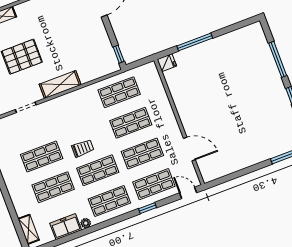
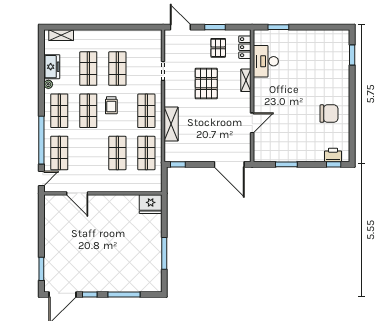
window: (195, 42) -> (164, 253), moved
fridge: (167, 63) -> (151, 204), width x1.88, depth x1.34
shelving: (60, 85) -> (171, 124), moved
door: (189, 149) -> (77, 193), hinge flipped
shop shelf: (142, 153) -> (146, 111), moved
window: (148, 208) -> (41, 140), width x3.17

